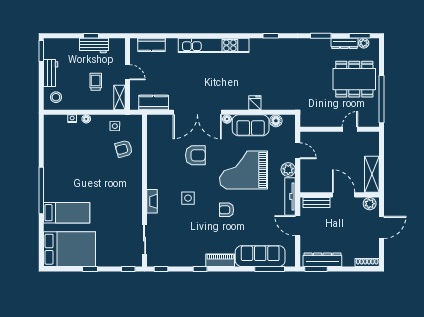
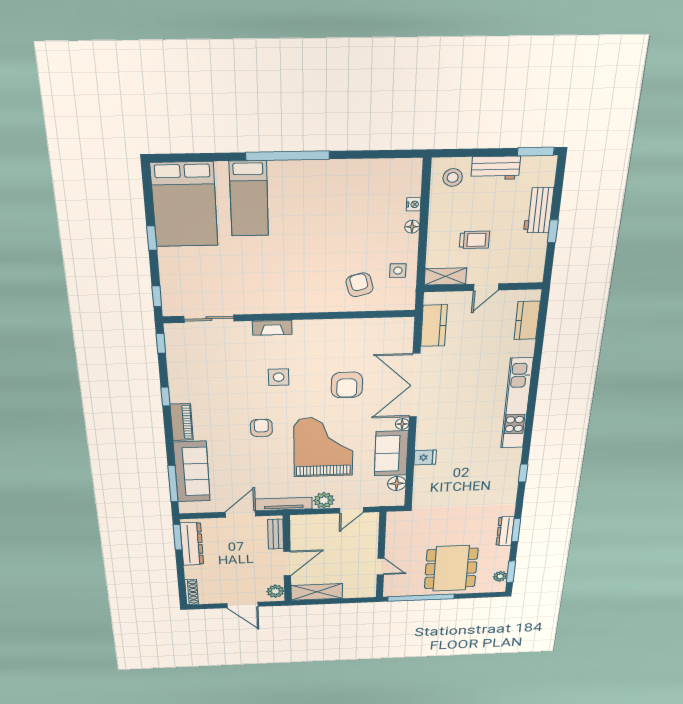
dresser: (344, 43) -> (505, 531), moved
workbench: (94, 46) -> (539, 210), moved

